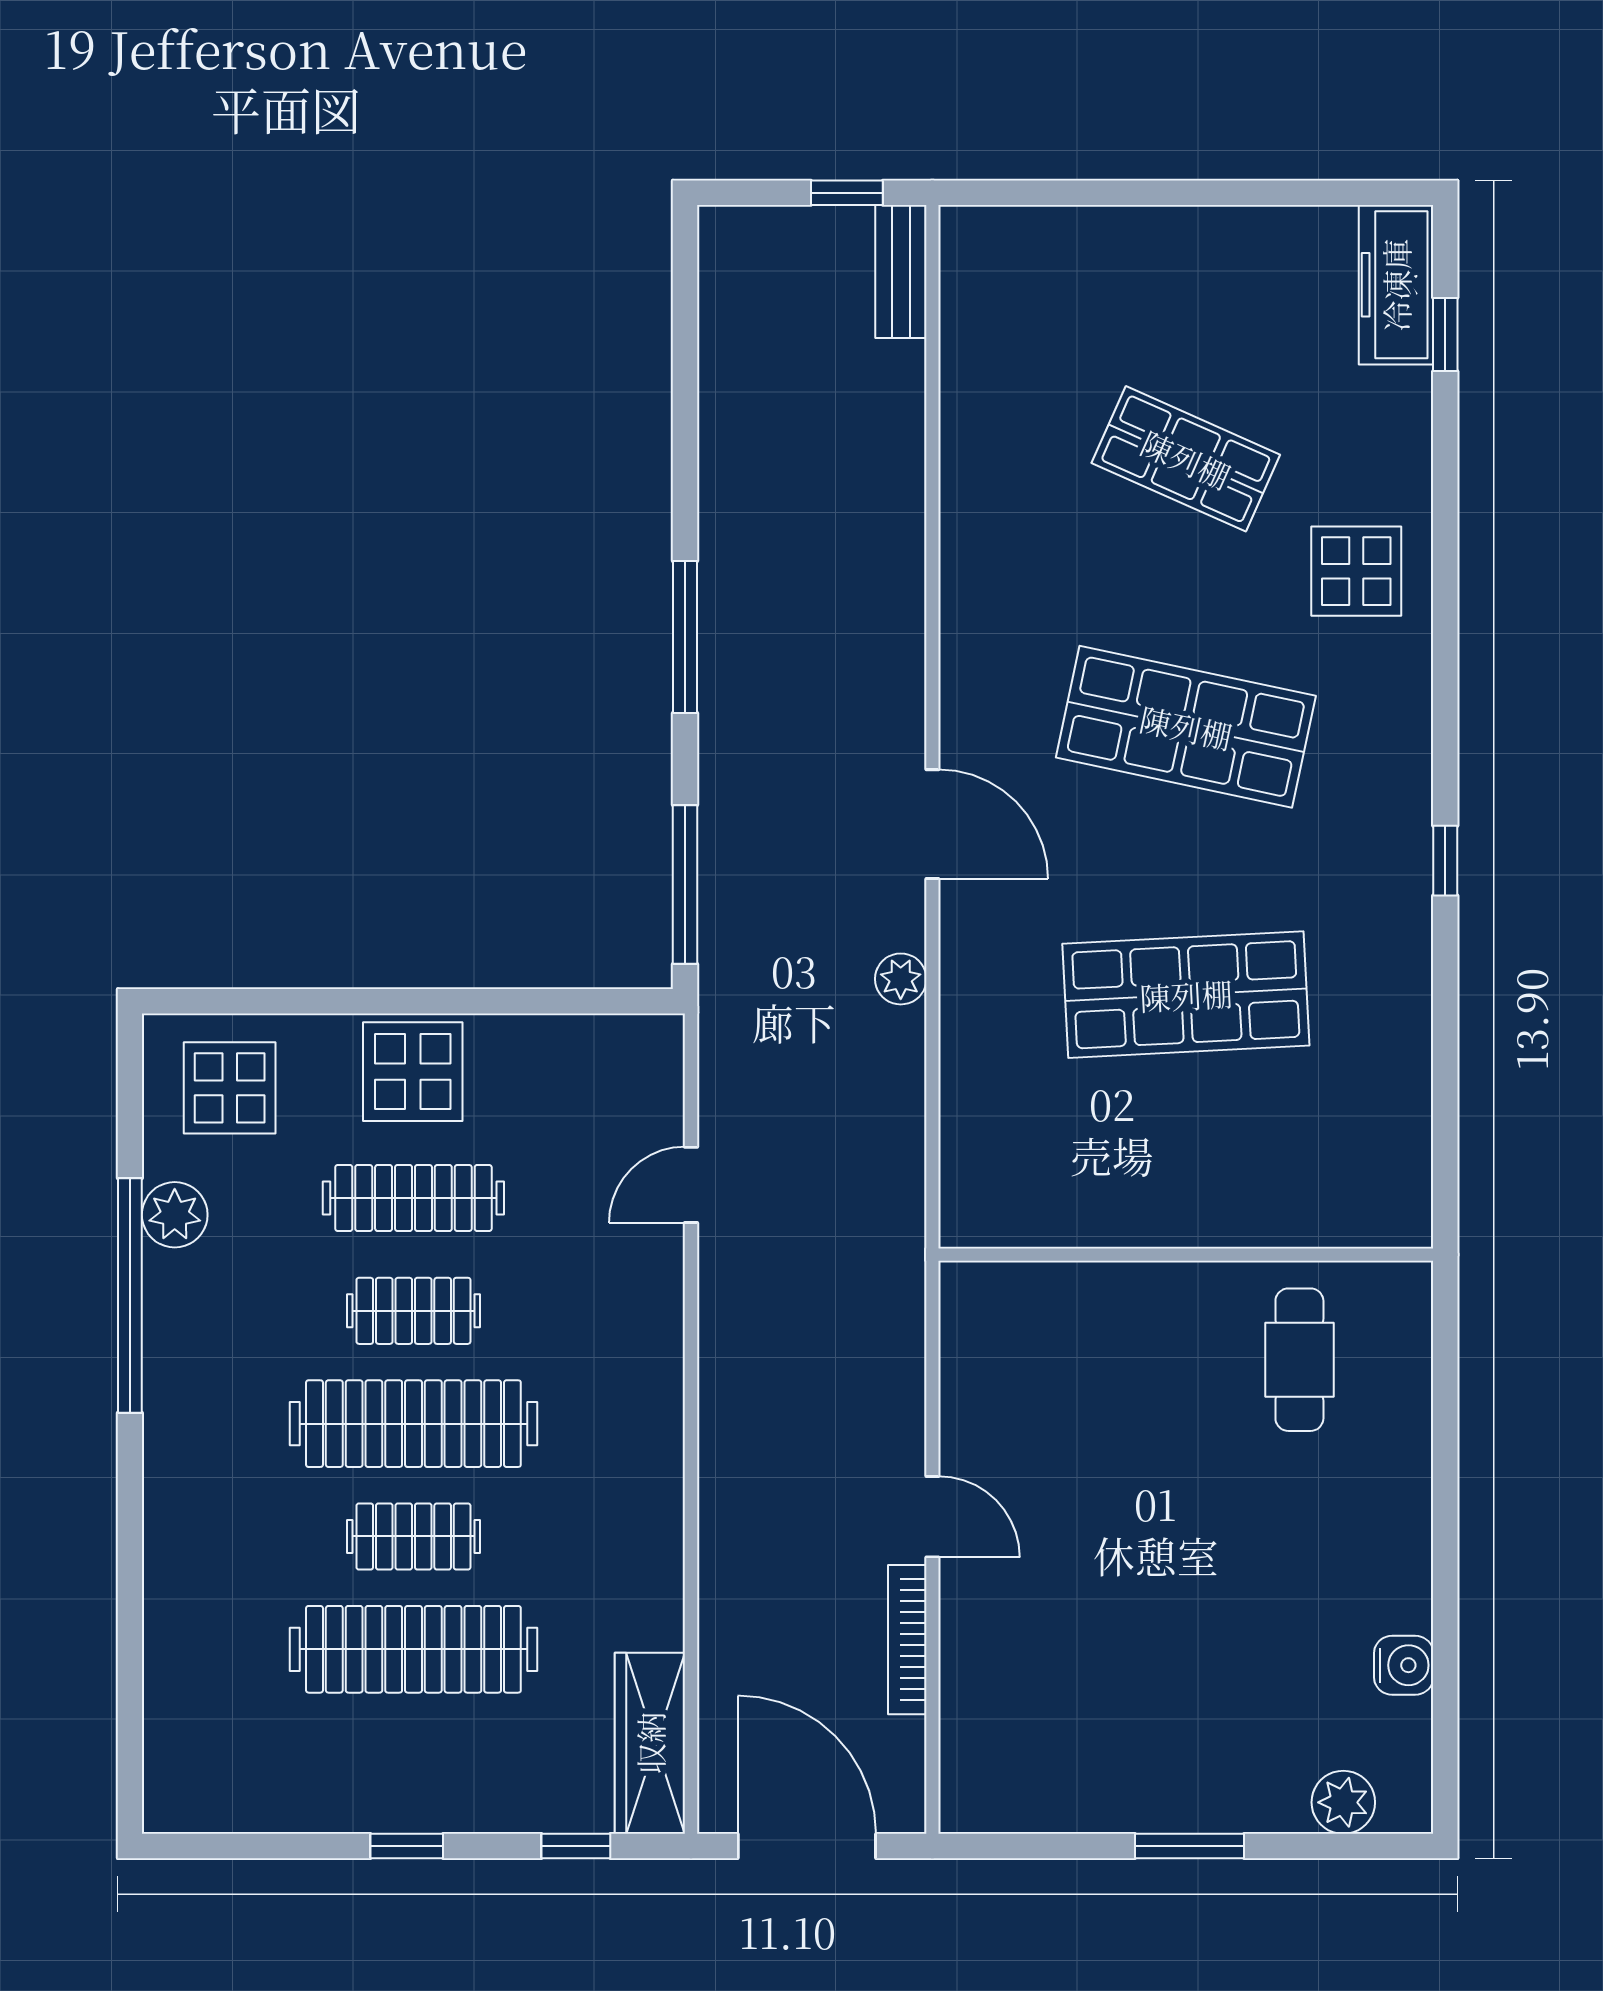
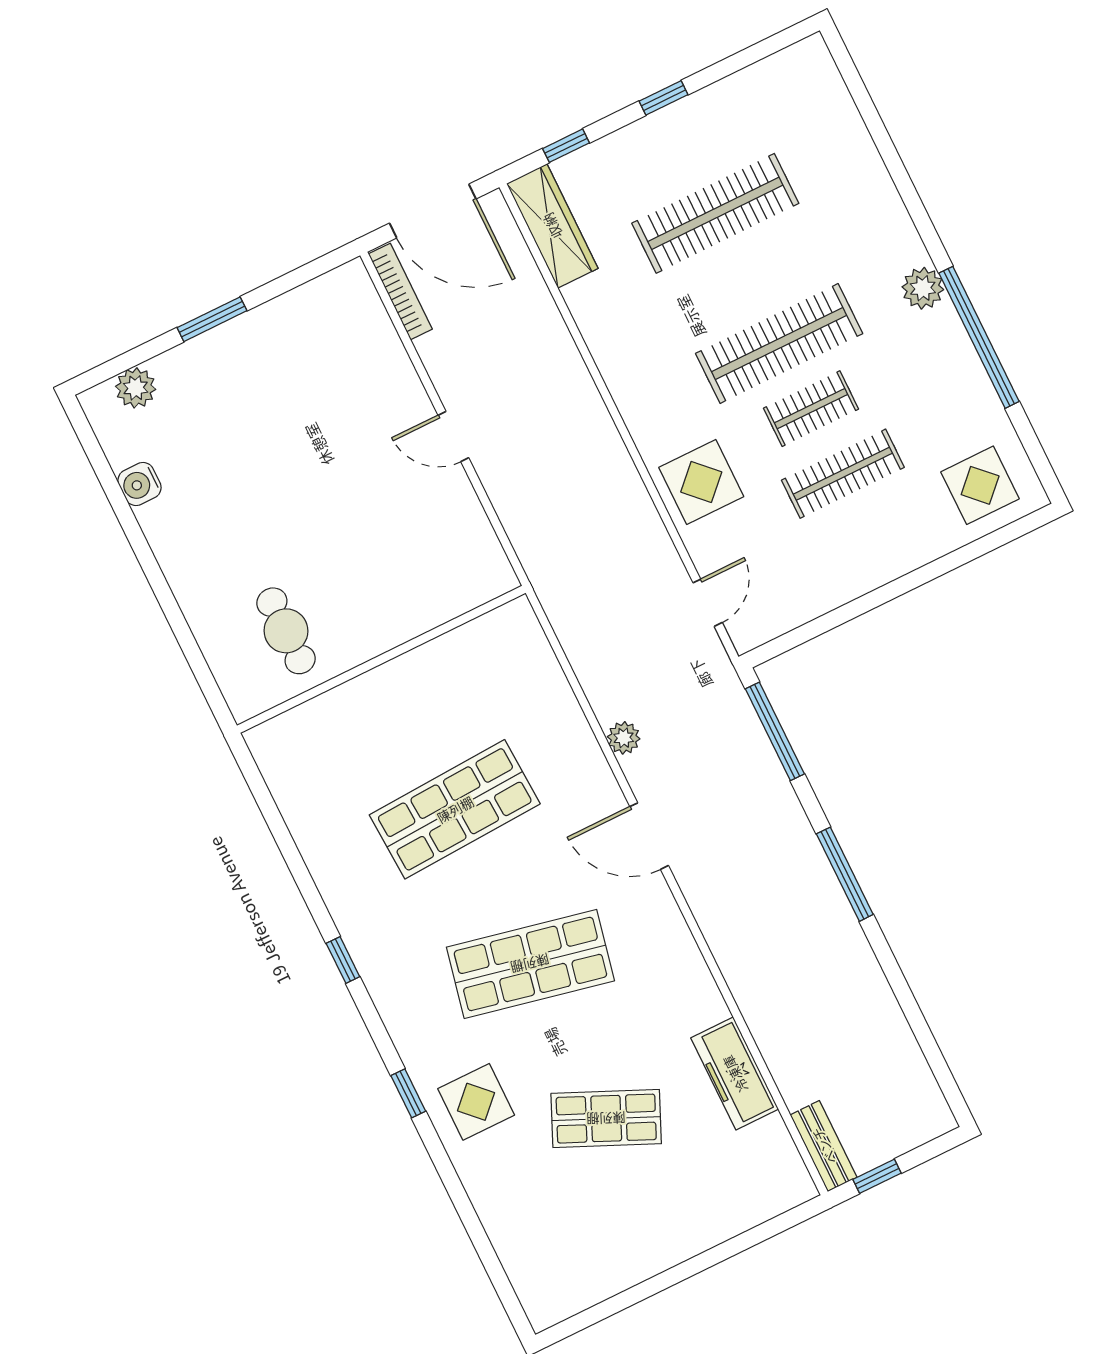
freezer: (1396, 285) -> (735, 1074), moved, turned 180
window: (1445, 335) -> (408, 1093), moved
display table: (413, 1072) -> (701, 482), moved
door: (691, 1185) -> (708, 603), moved
plant: (175, 1215) -> (923, 288), moved
clothes rail: (413, 1536) -> (747, 278), removed
bookcase: (907, 1640) -> (400, 291), moved

